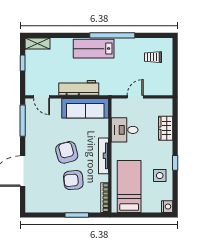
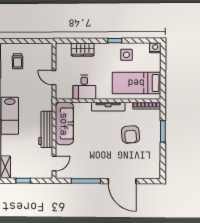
window: (23, 121) -> (86, 181), moved
armchair: (67, 152) -> (105, 141), removed

